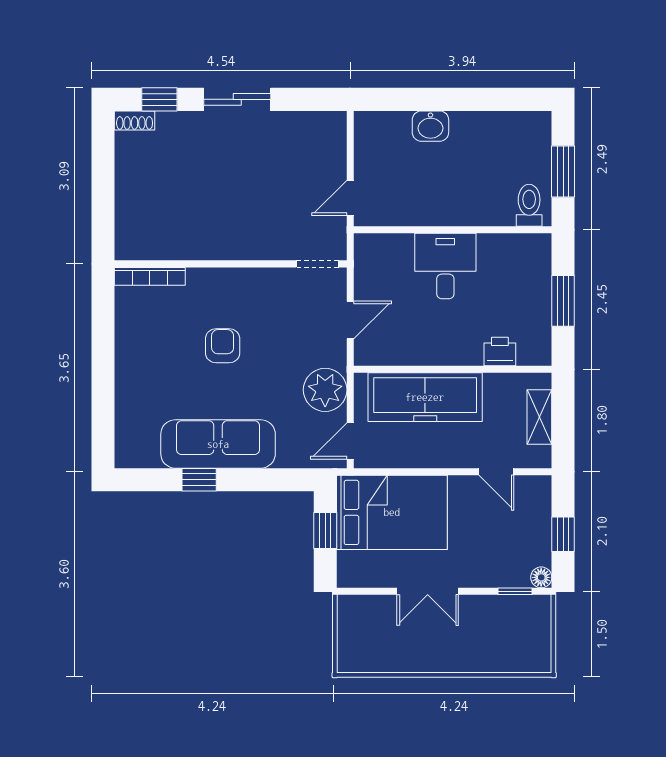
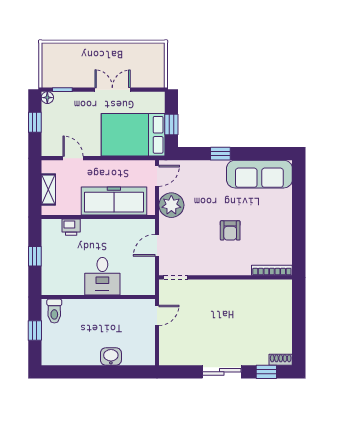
window: (563, 171) -> (35, 330), width x0.67
window: (563, 301) -> (35, 256), width x0.67
sofa: (218, 444) -> (259, 174), moved
window: (199, 480) -> (220, 154), moved

